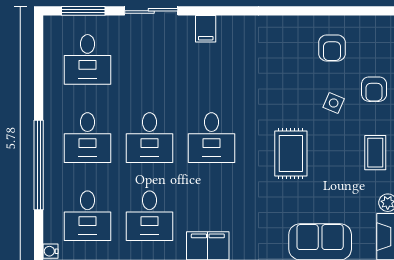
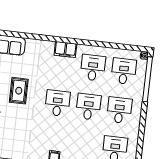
window: (39, 165) -> (148, 79), moved

